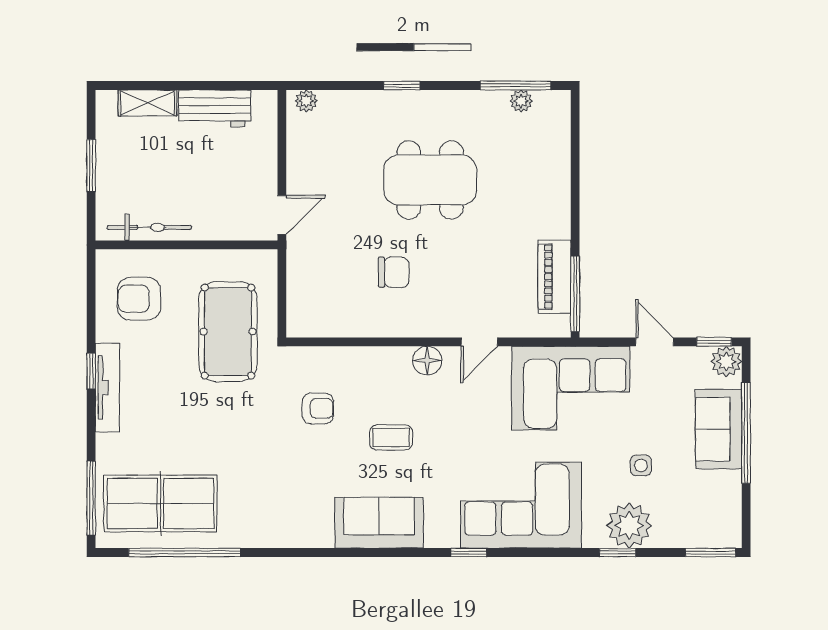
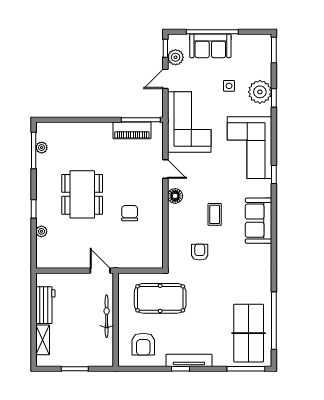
plant: (306, 101) -> (41, 231), moved
bicycle: (149, 227) -> (107, 316), moved
plant: (726, 362) -> (176, 57), moved

